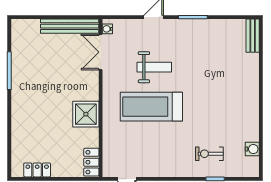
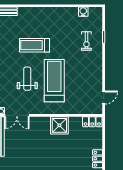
treadmill: (203, 78) -> (35, 45), added
treadmill: (151, 107) -> (54, 81), turned 180

